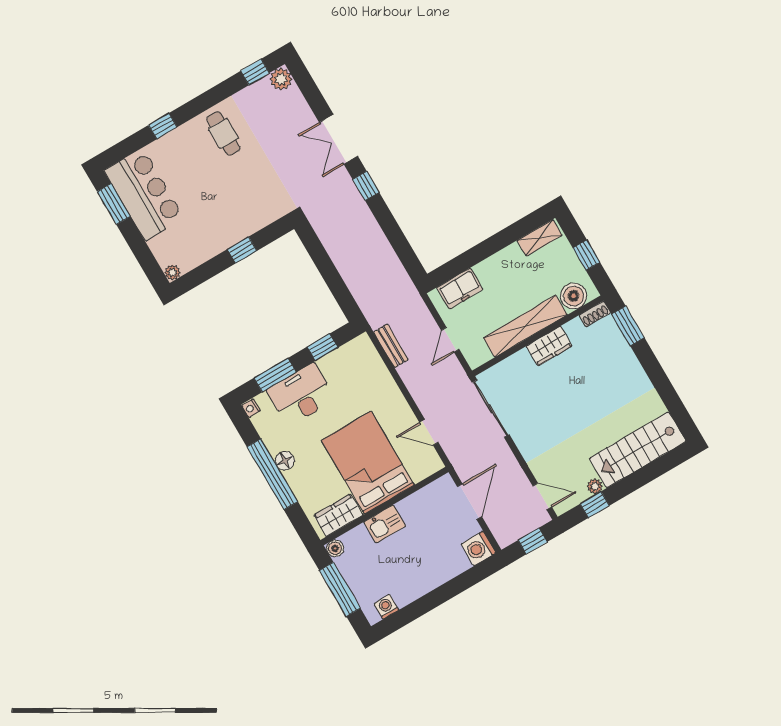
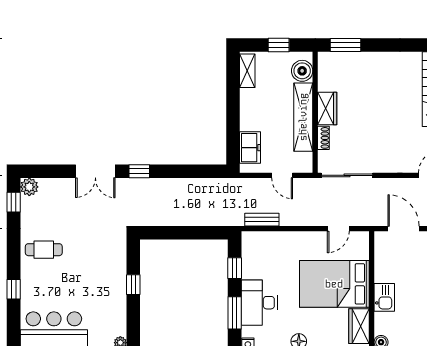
shoe rack: (595, 314) -> (323, 138), moved

